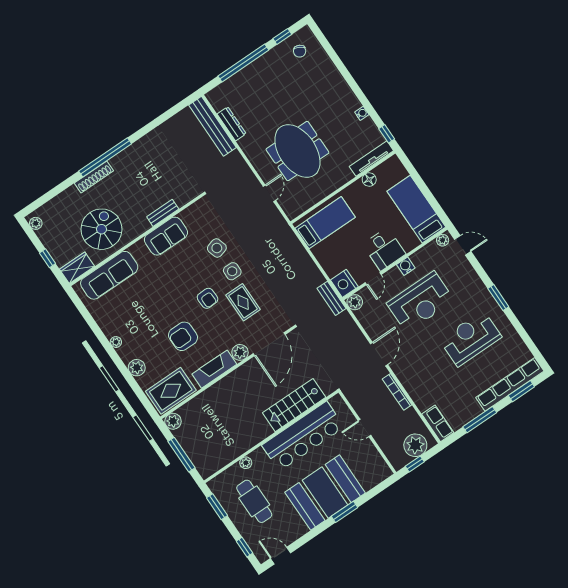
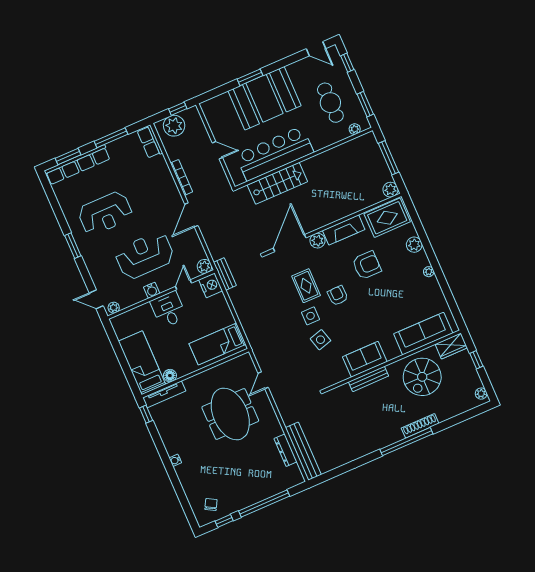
water cooler: (362, 113) -> (175, 460), moved
bed: (416, 209) -> (142, 363), moved, turned 180
bench: (163, 213) -> (368, 379), width x1.36
plant: (246, 463) -> (355, 129), moved

